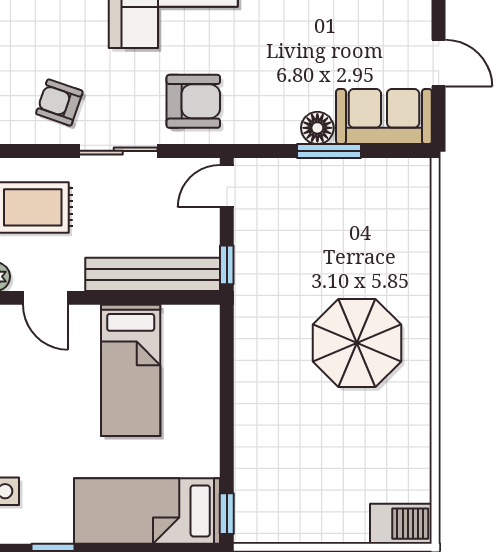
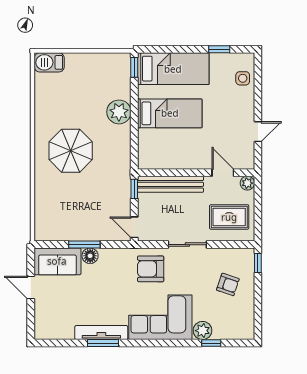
armchair: (59, 102) -> (228, 284), moved
door: (227, 186) -> (134, 227), swing flipped
bed: (131, 370) -> (170, 113), moved, turned 90
plant: (258, 422) -> (119, 112), added

